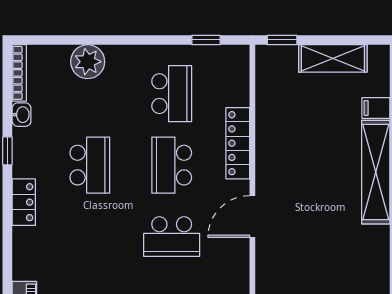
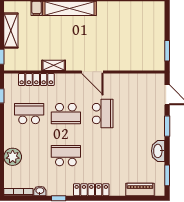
shelving: (265, 141) -> (54, 65), added
locker: (238, 143) -> (36, 80), moved
locker: (24, 202) -> (91, 190), width x1.53

